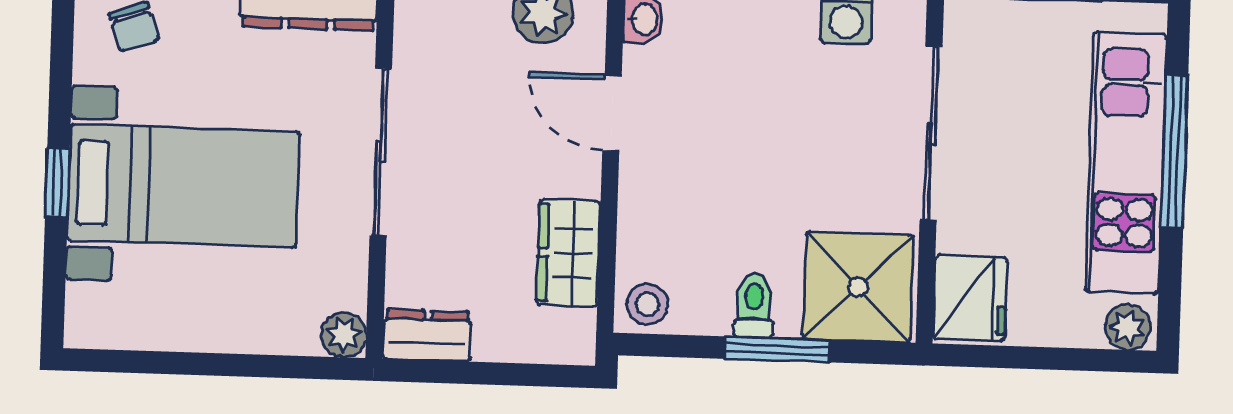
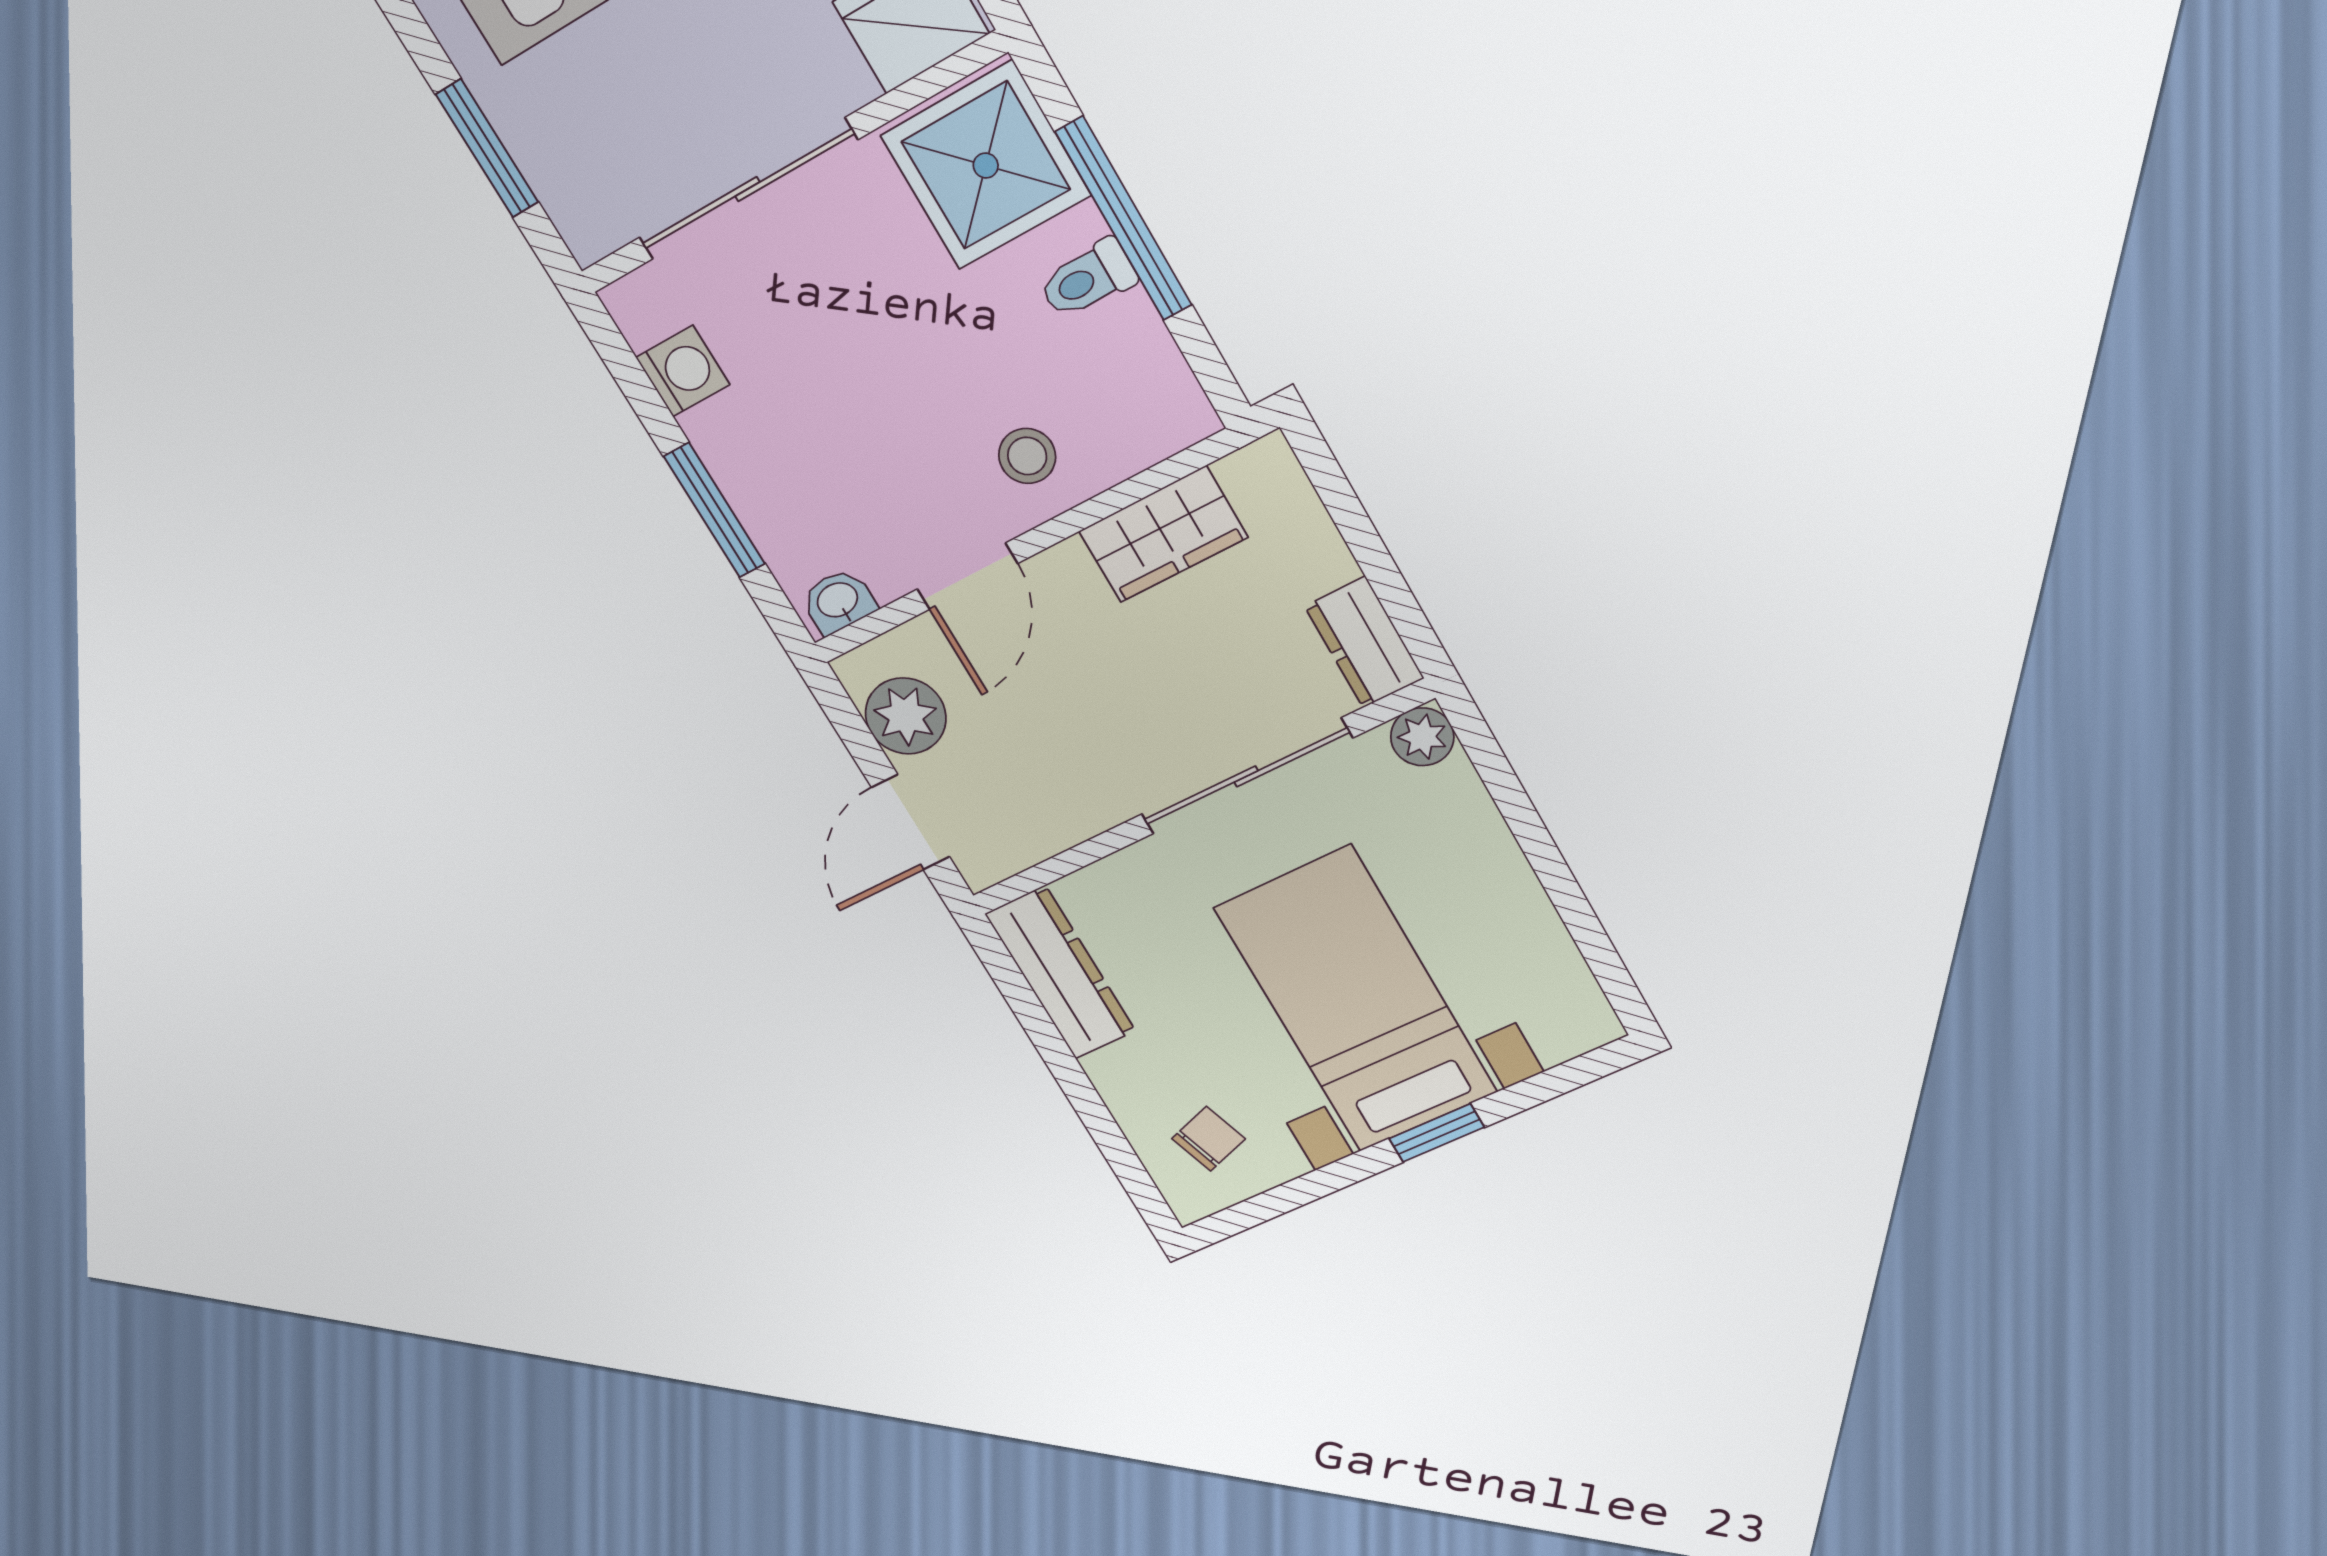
sliding door: (381, 152) -> (1246, 776), moved
stool: (647, 304) -> (1027, 456), moved
window: (777, 349) -> (1124, 219), width x1.44

